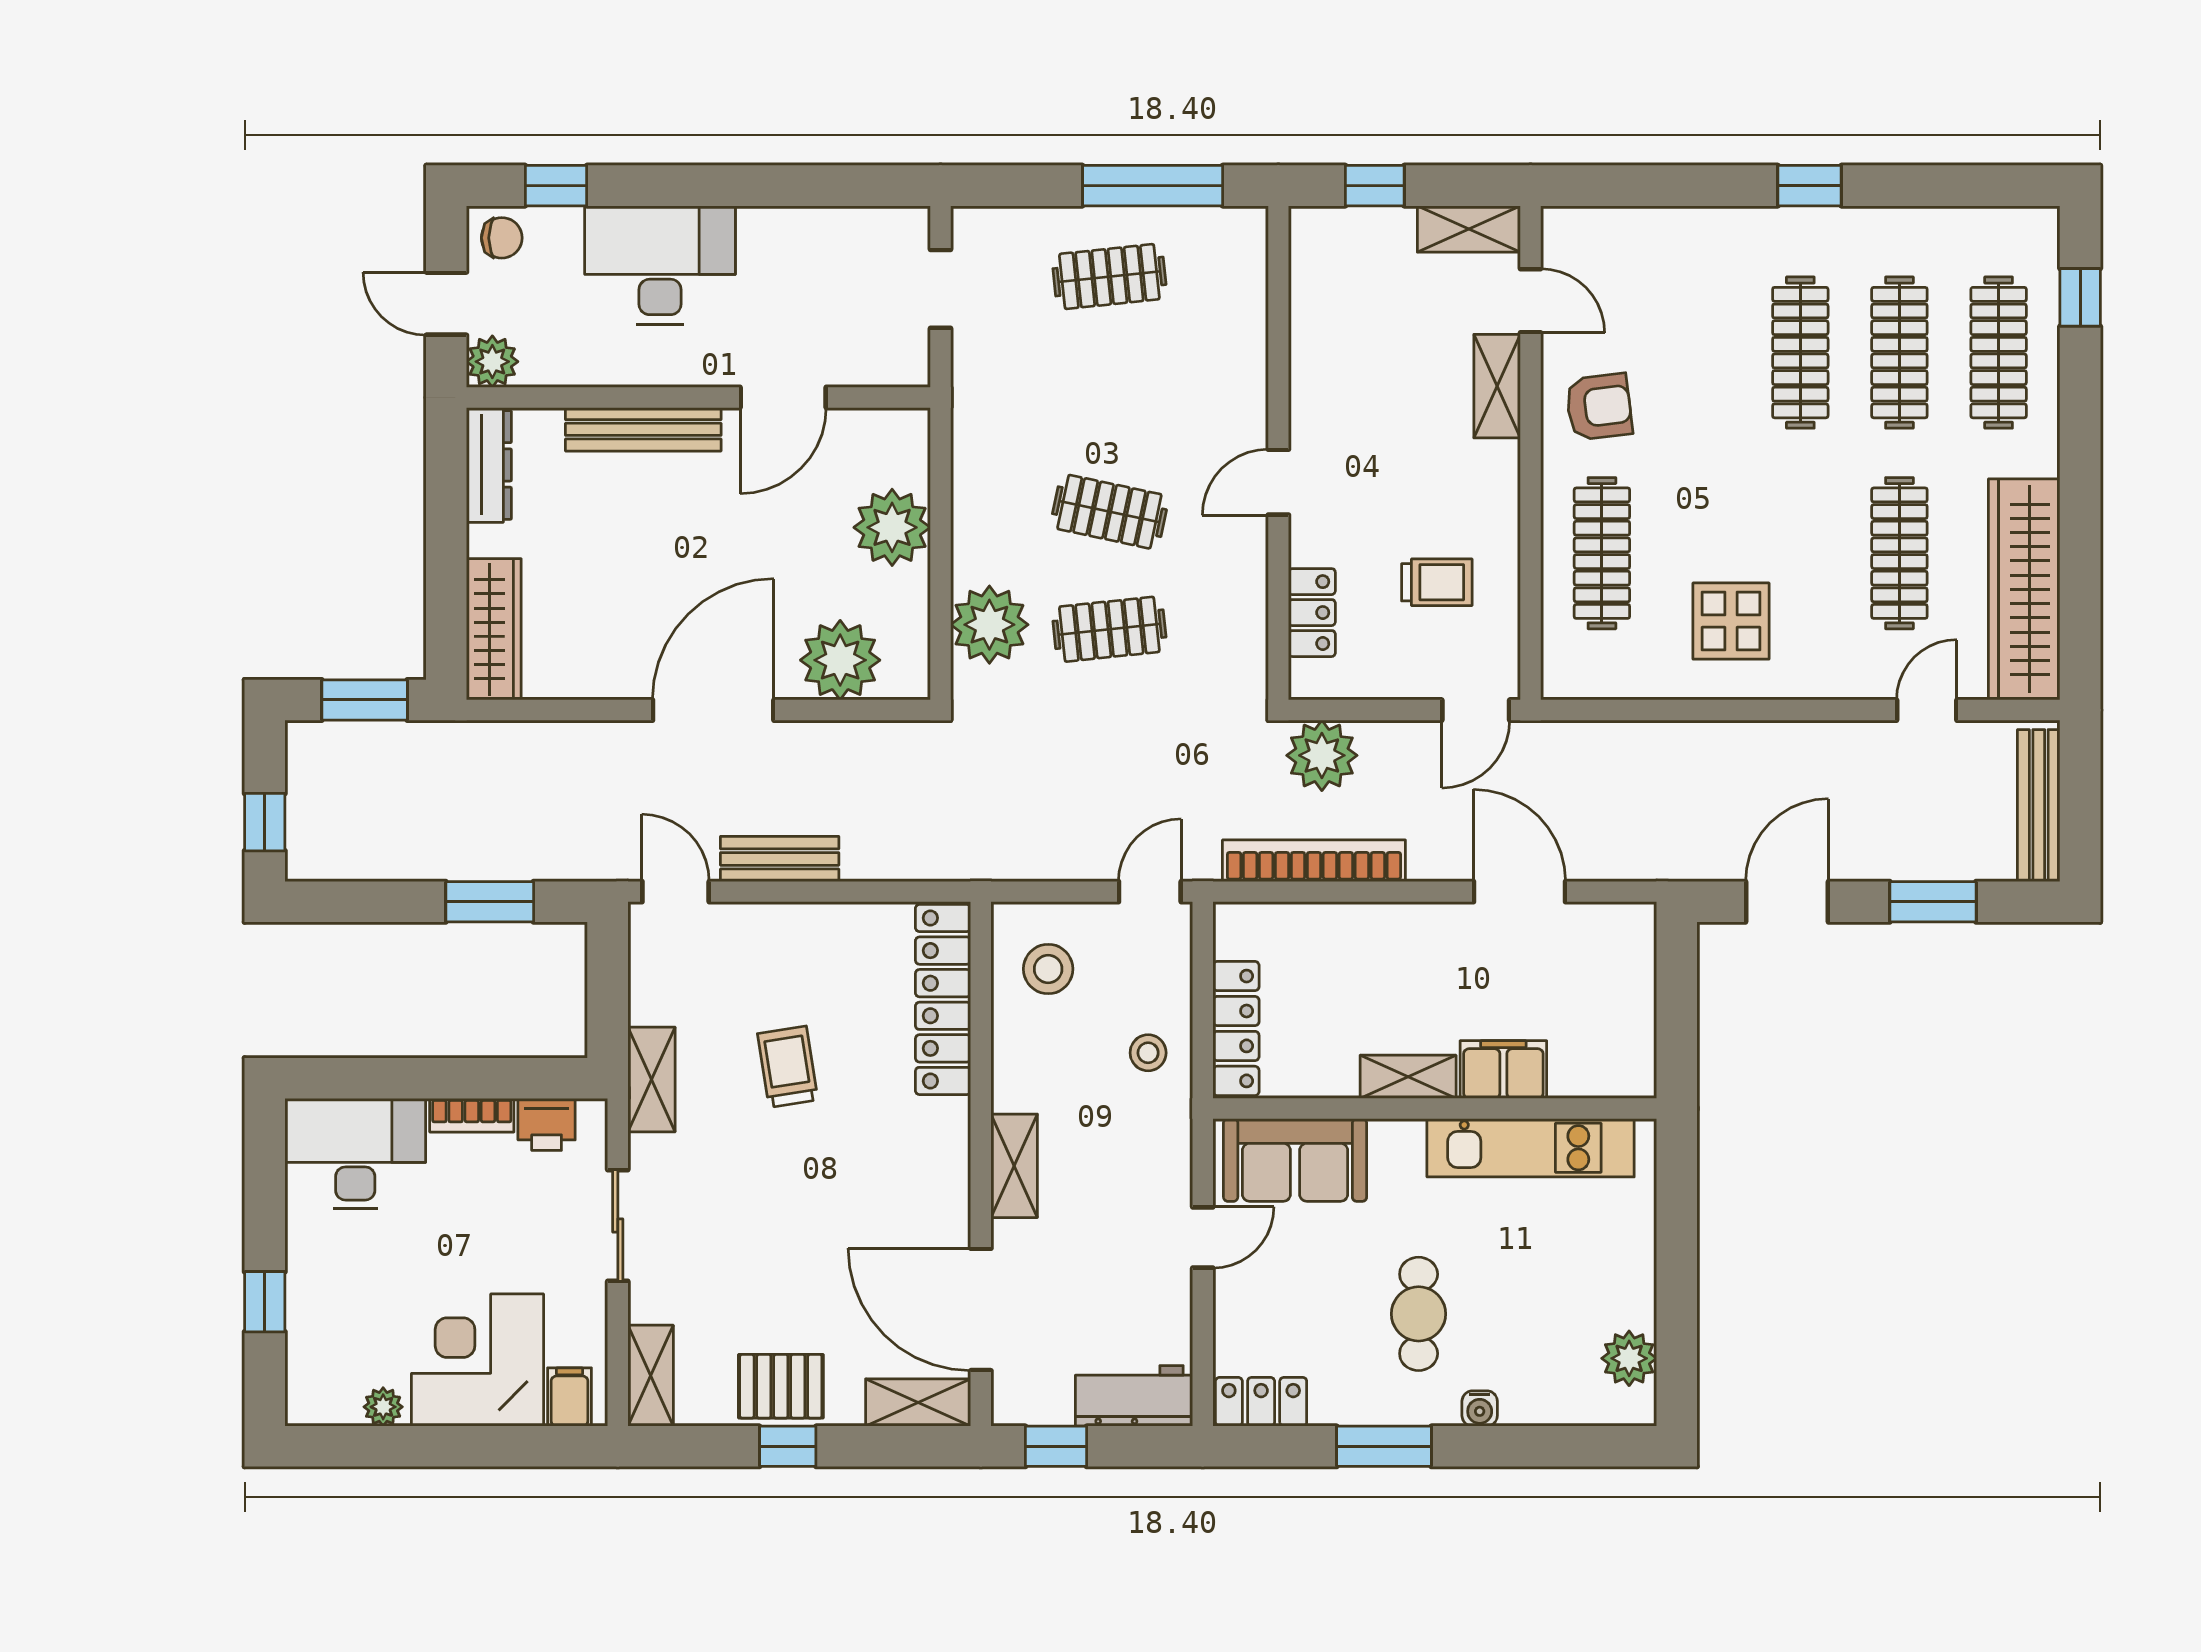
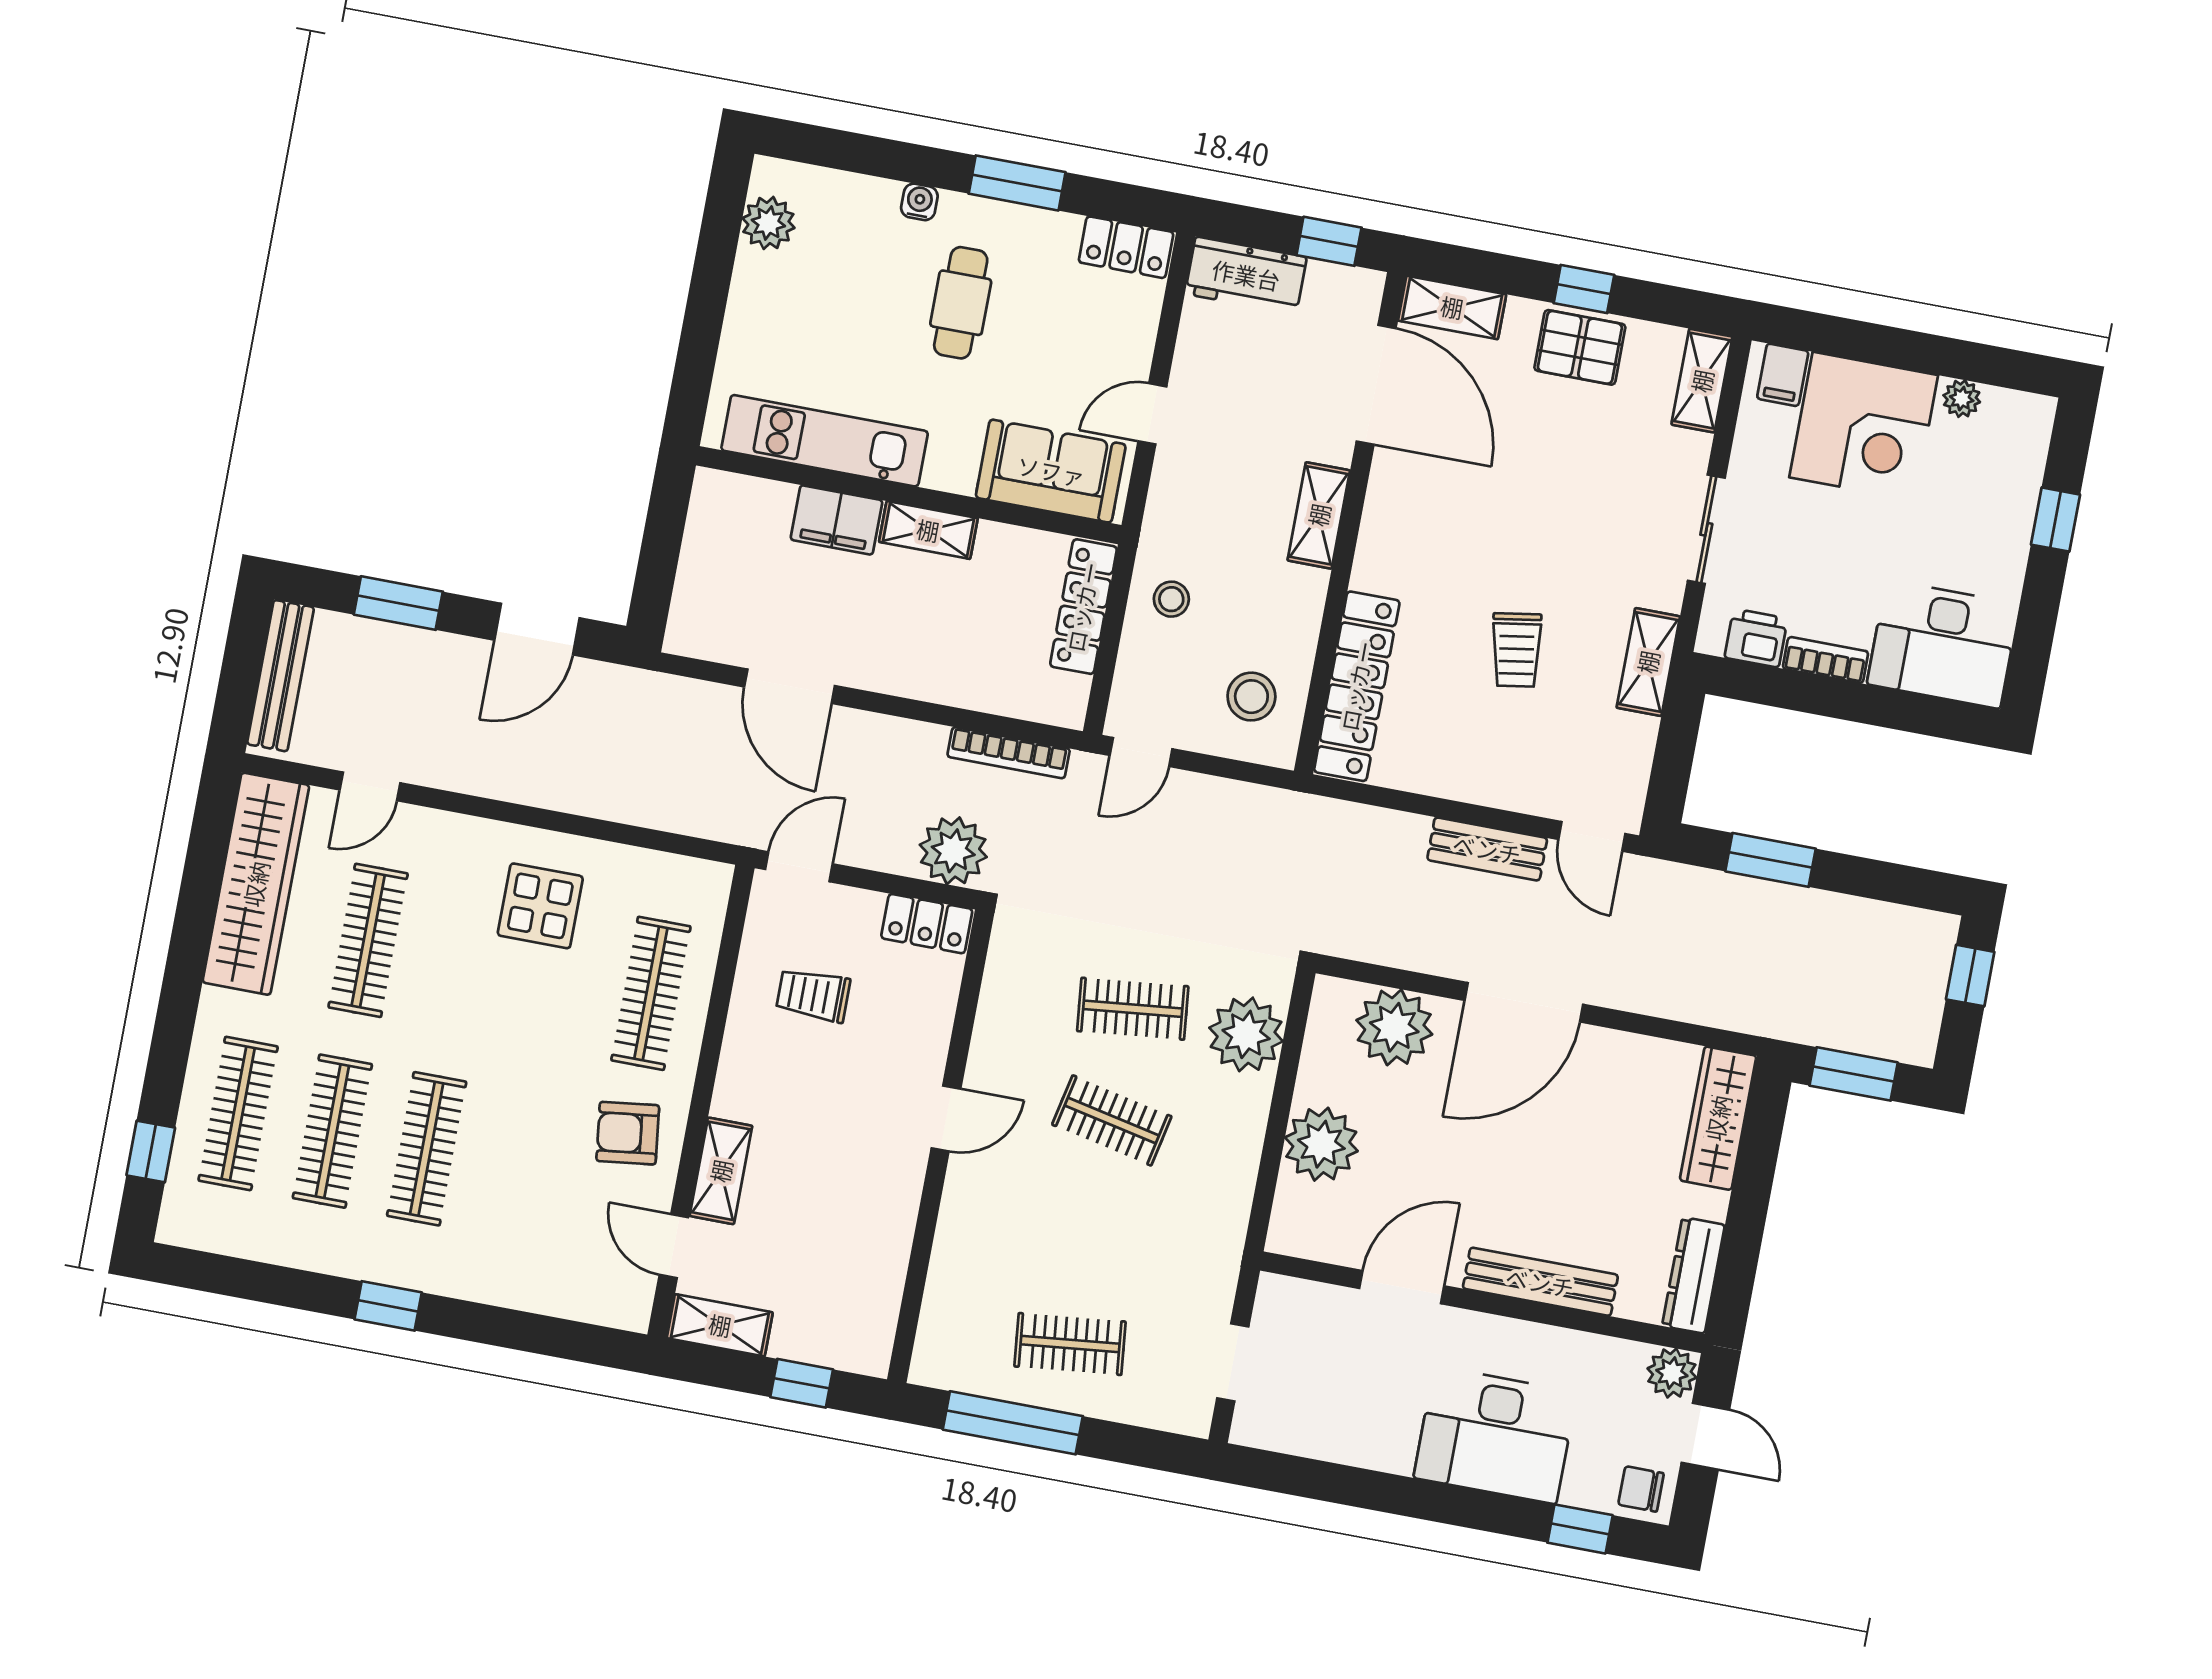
locker: (1312, 613) -> (927, 924), moved, turned -90
bookcase: (1314, 861) -> (1009, 753), width x0.68, depth x0.76

